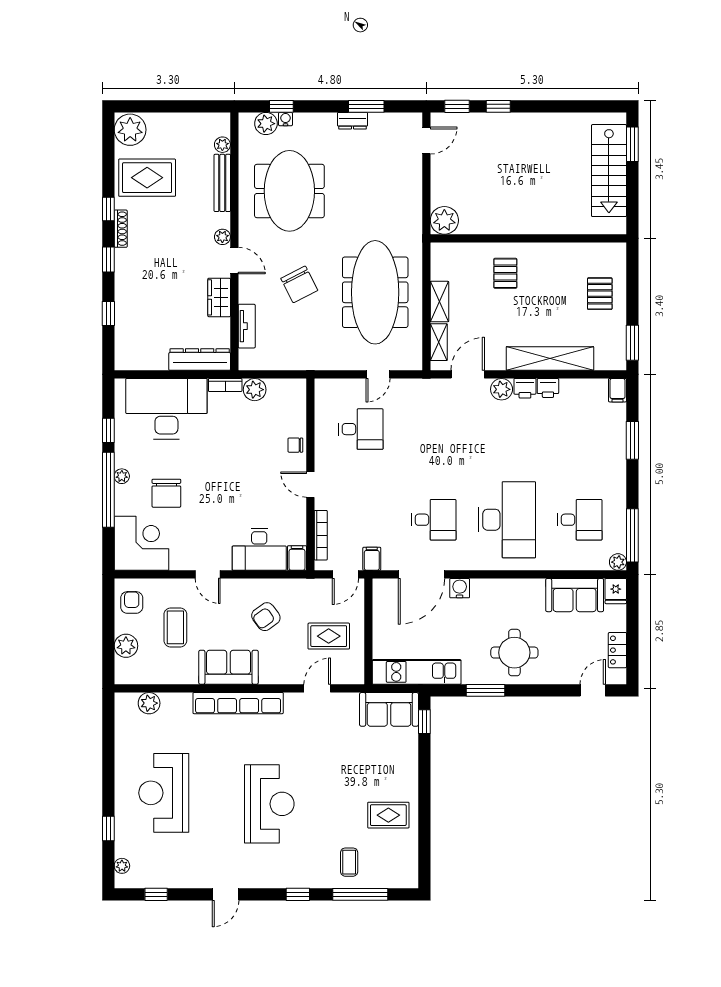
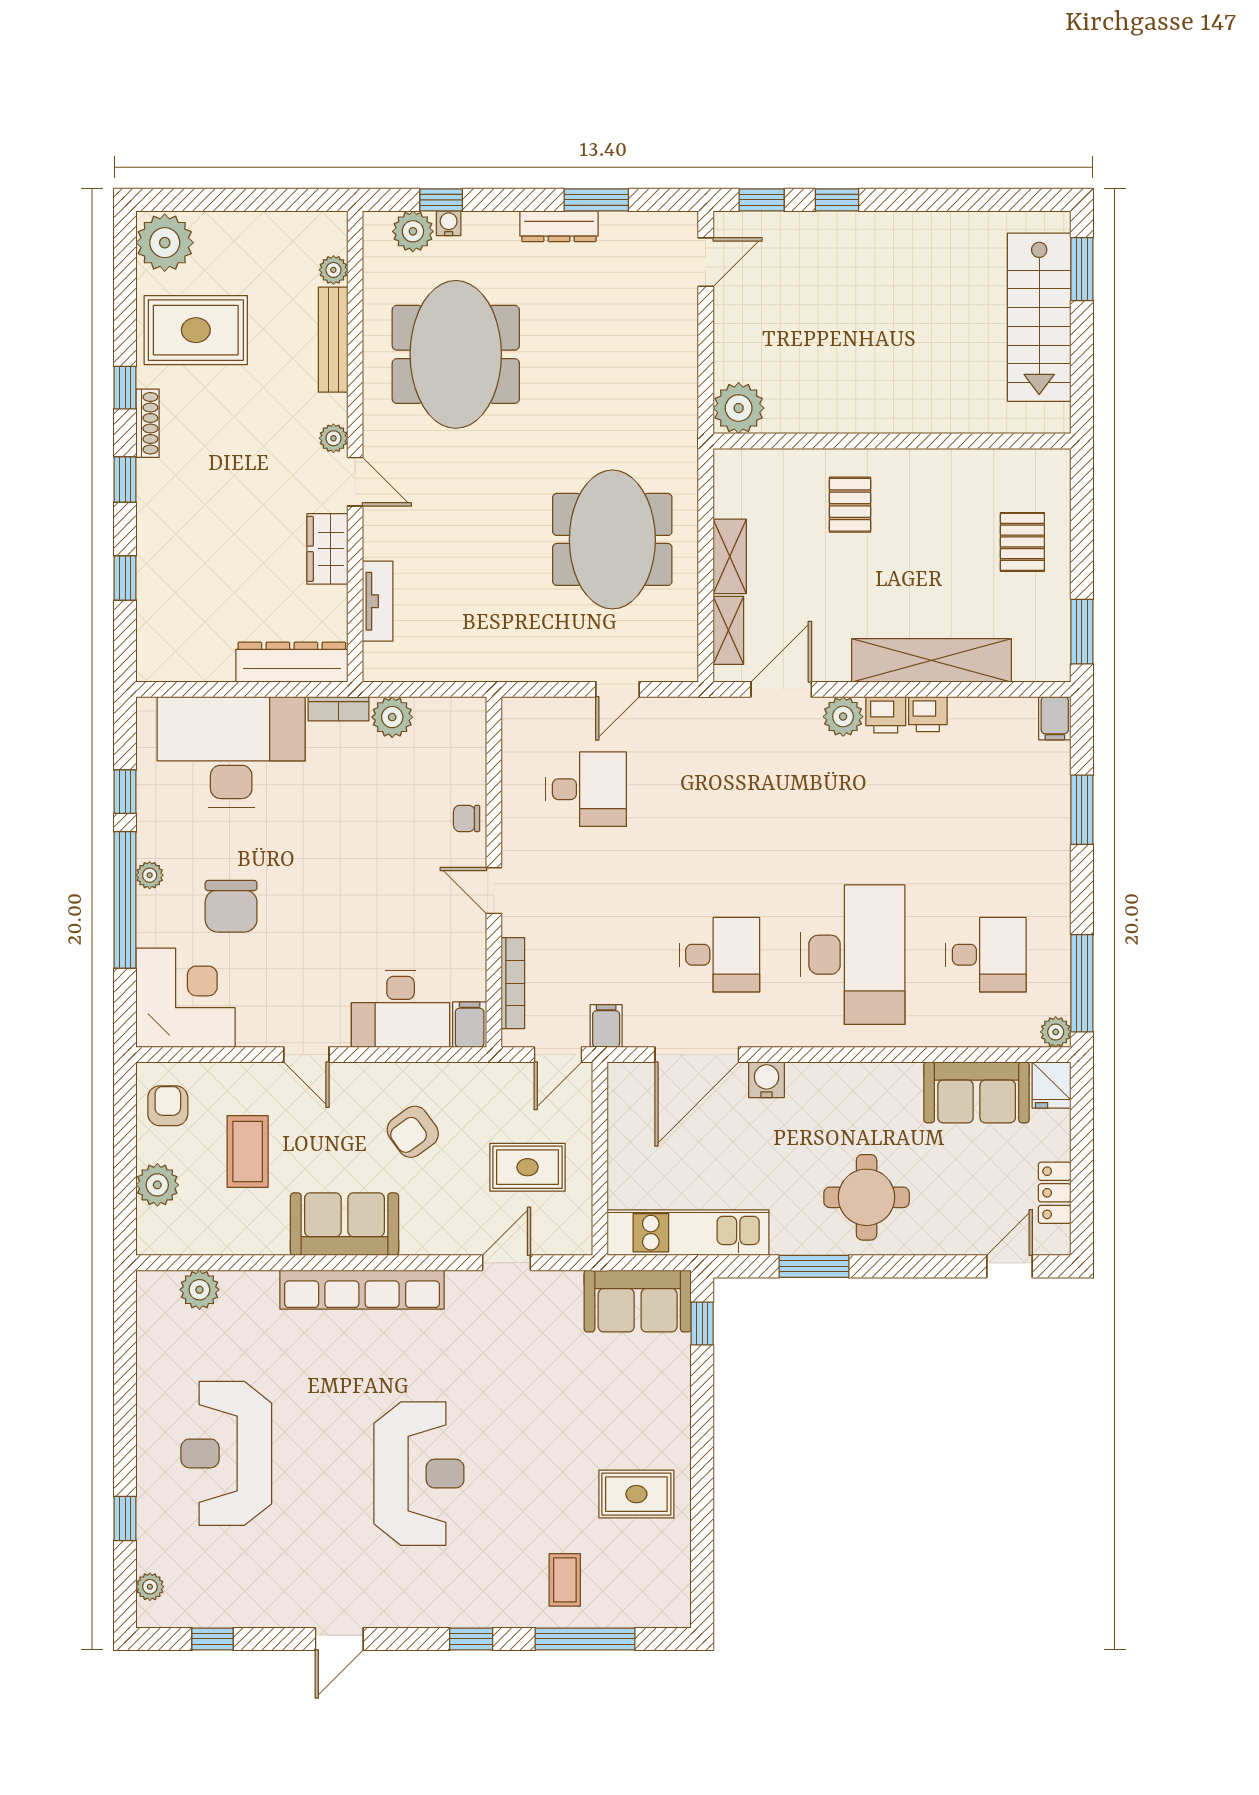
dresser: (352, 121) -> (559, 226), width x1.44
chair: (299, 284) -> (474, 525), removed
meeting table: (375, 292) -> (612, 539), width x0.73

